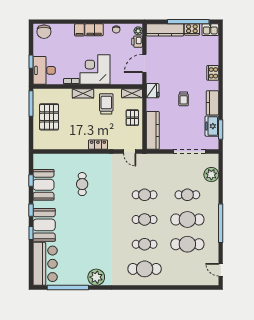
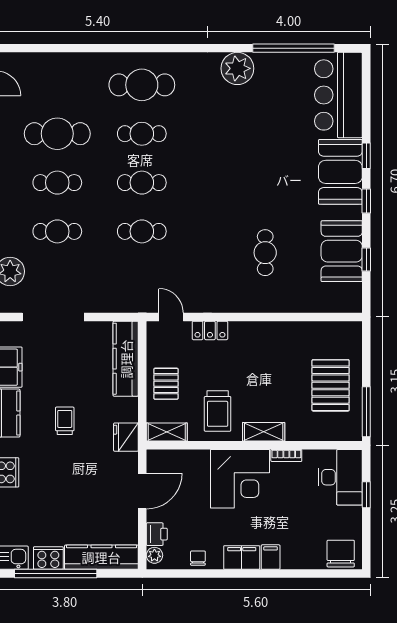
locker: (98, 145) -> (210, 330), moved
cafe table: (187, 219) -> (57, 183), width x0.73, depth x0.74

